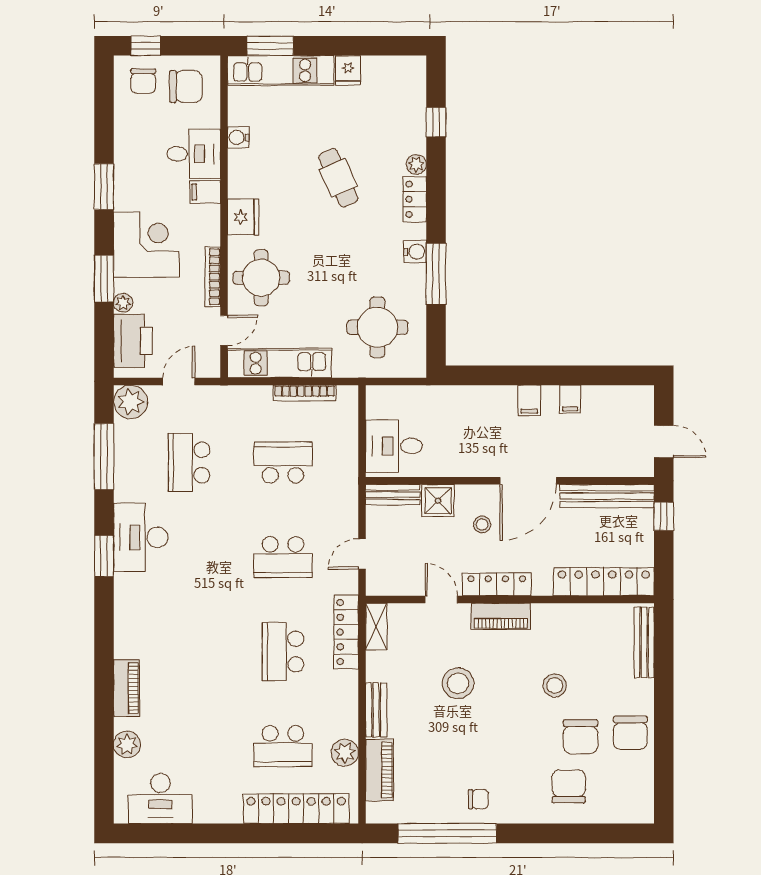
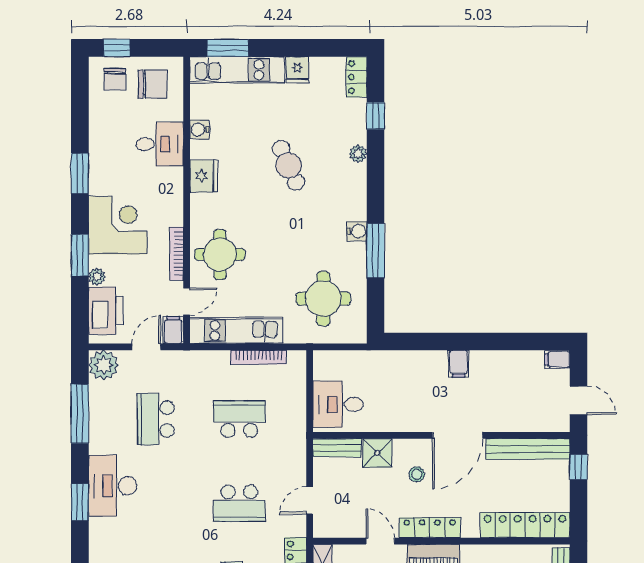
filing cabinet: (205, 192) -> (173, 330), moved, turned 90
locker: (415, 199) -> (357, 77), moved
fridge: (243, 217) -> (204, 176), moved
filing cabinet: (570, 399) -> (557, 359), moved, turned 90

